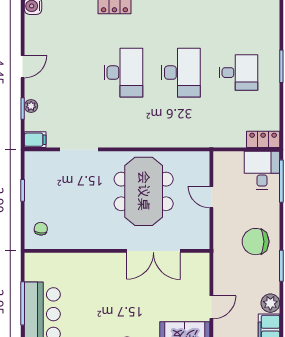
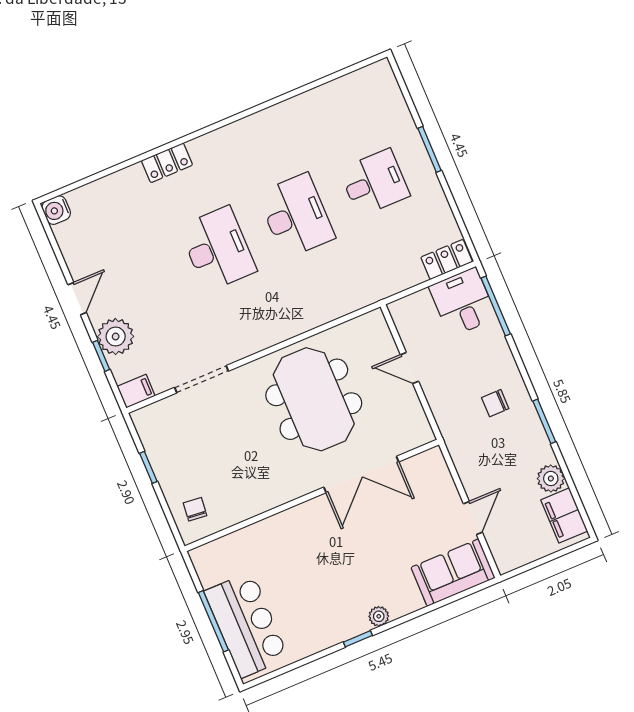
plant: (31, 106) -> (116, 337), width x1.88, depth x1.88
chair: (256, 242) -> (495, 403), width x0.54, depth x0.54

